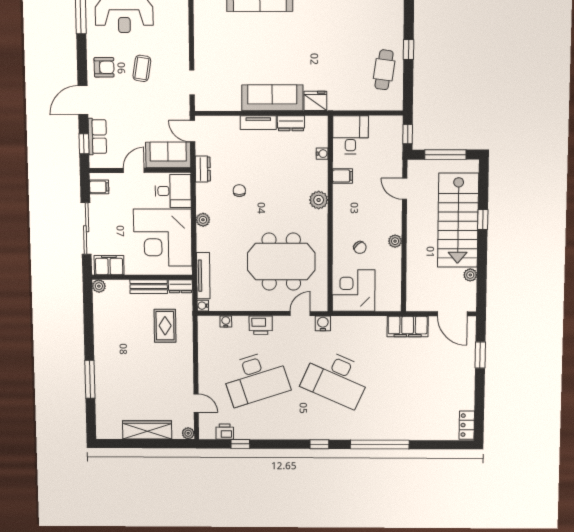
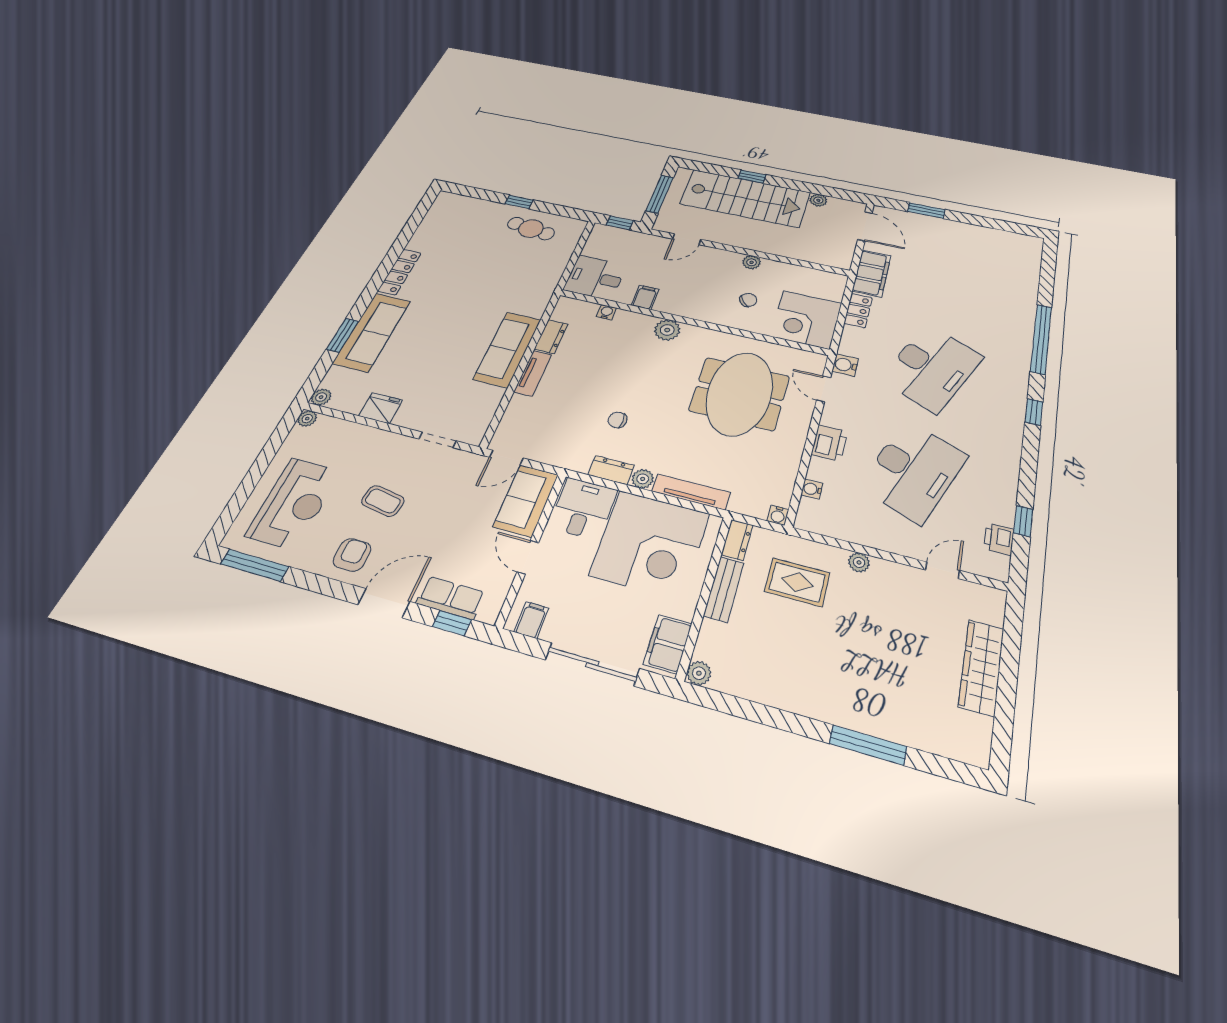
door: (83, 100) -> (384, 603), swing flipped
fridge: (315, 101) -> (381, 408), moved, turned 90
dresser: (203, 169) -> (611, 470), moved
tv unit: (203, 276) -> (691, 492), moved
door: (452, 314) -> (865, 226), hinge flipped
desk: (256, 378) -> (913, 471), turned 39
locker: (467, 425) -> (858, 310), moved, turned -90
plant: (188, 433) -> (859, 562), moved

